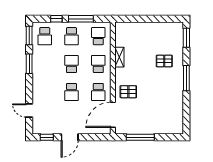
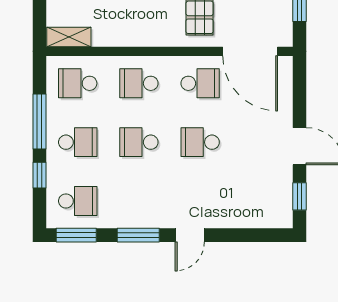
shelving: (119, 57) -> (69, 37), moved
school desk: (71, 92) -> (200, 142), turned 180
door: (29, 111) -> (190, 235), moved

